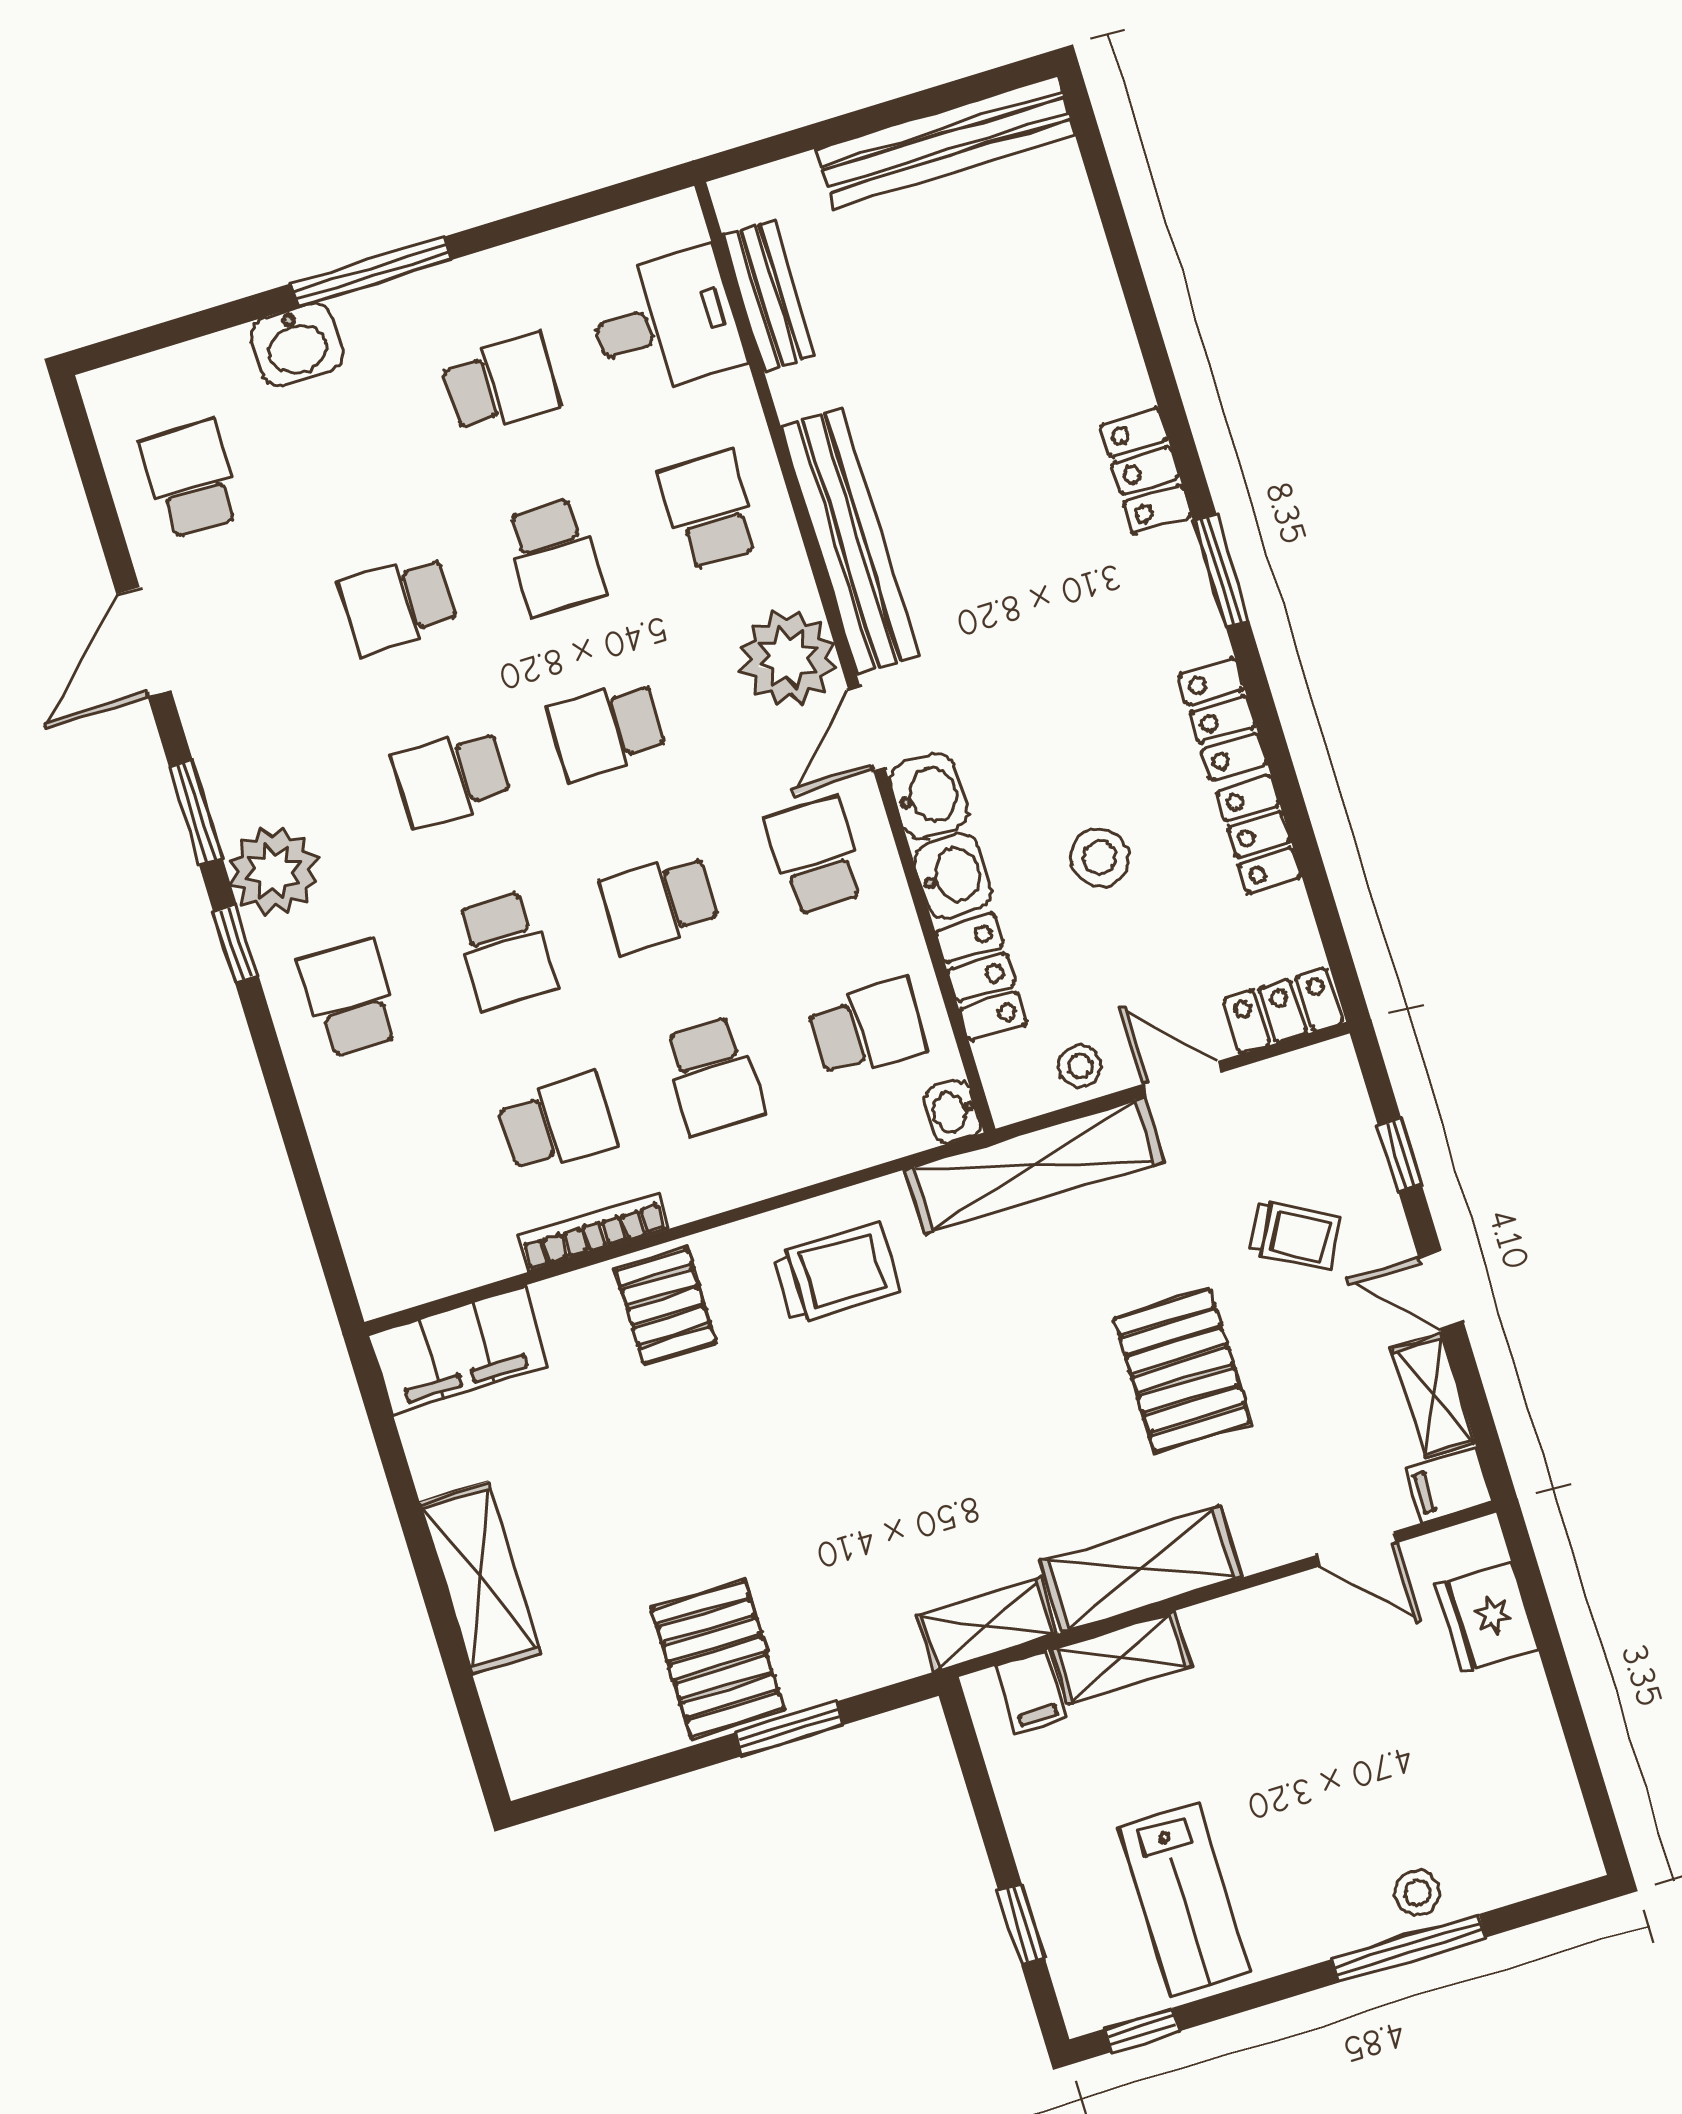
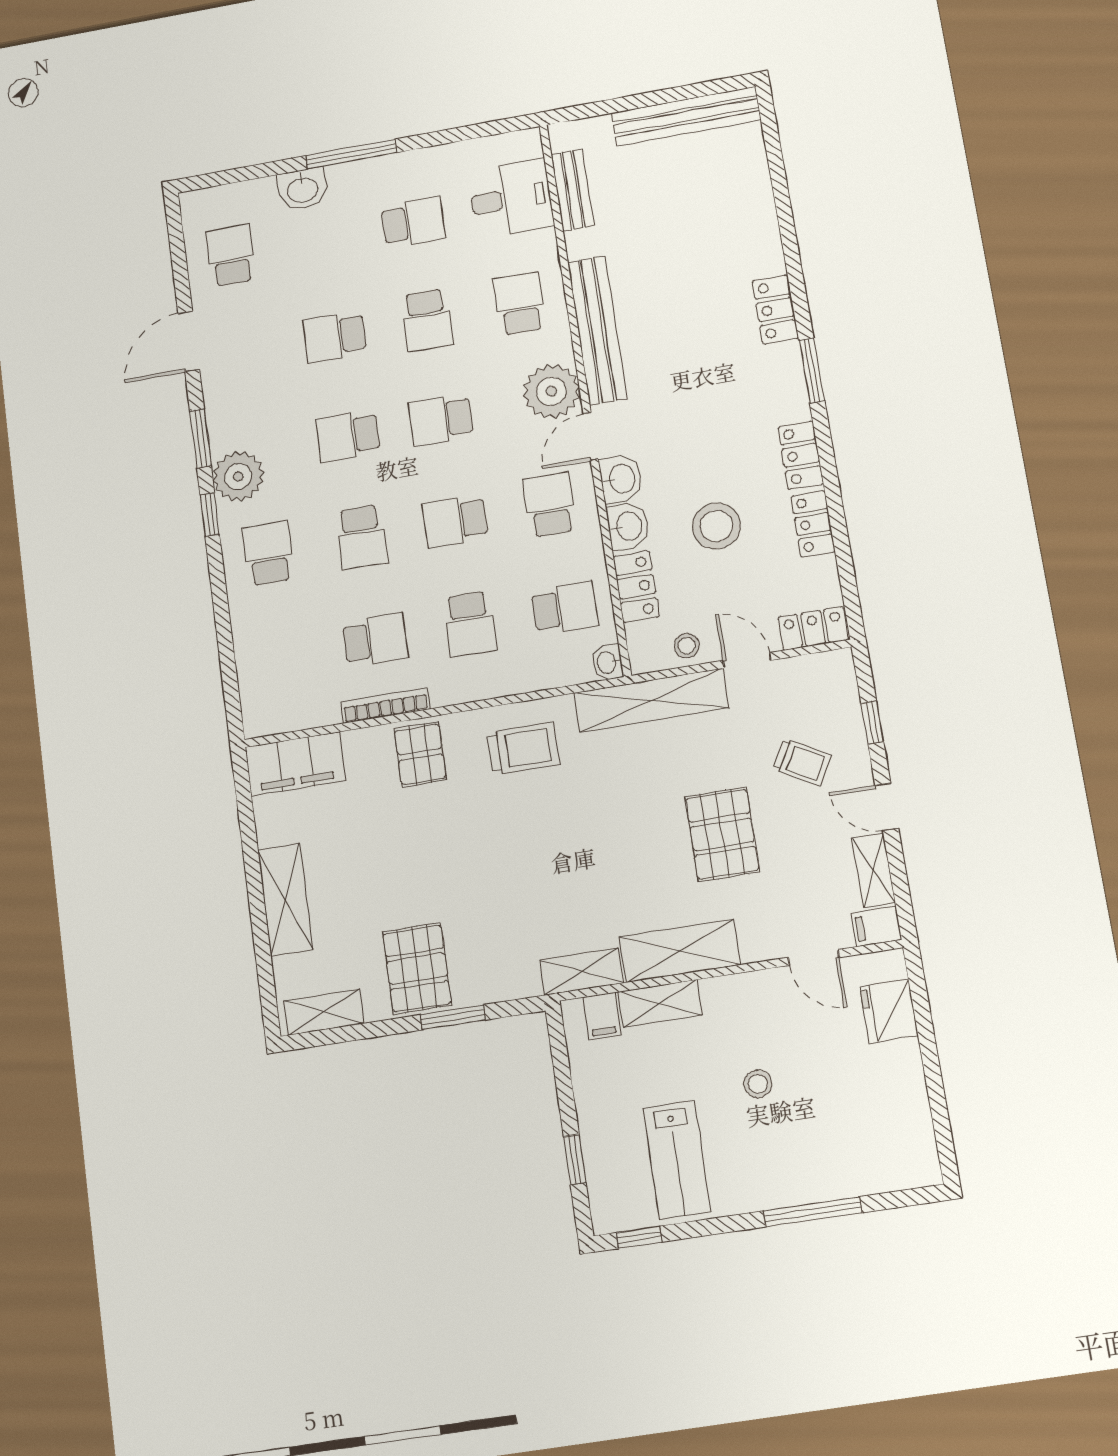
stool: (1100, 858) -> (716, 526), width x1.38, depth x1.38
shelving: (576, 1751) -> (324, 1012), added
stool: (1417, 1893) -> (758, 1084), moved

